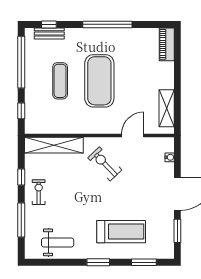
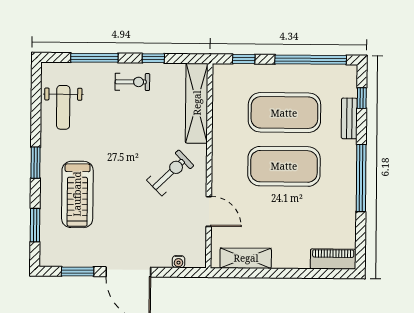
bench: (49, 33) -> (349, 118), moved
exercise mat: (60, 81) -> (284, 113), width x2.00, depth x1.45

